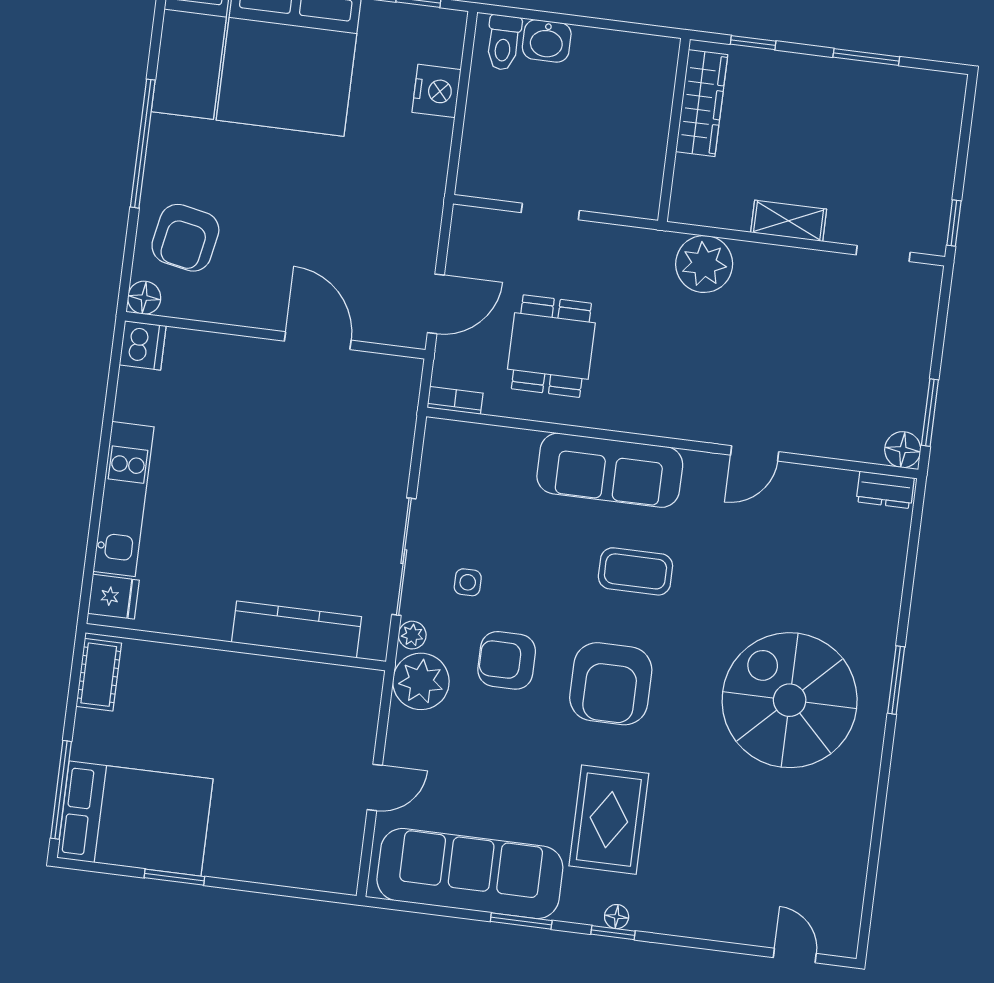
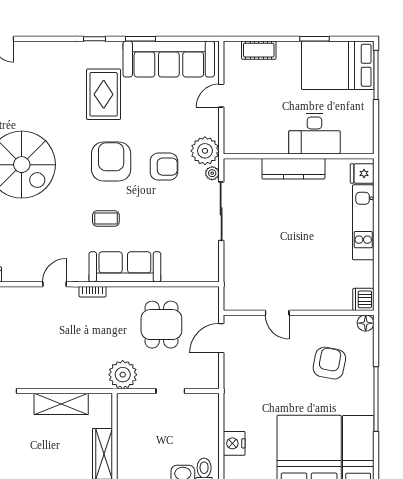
shelving: (789, 221) -> (61, 404), width x1.50, depth x1.33
armchair: (185, 238) -> (329, 363), moved
plant: (704, 264) -> (123, 375), moved
door: (318, 341) -> (277, 313), width x0.73
bookcase: (455, 400) -> (92, 292), moved
coffee table: (635, 571) -> (106, 219), width x0.73, depth x0.77
side table: (468, 582) -> (188, 203), removed
kitchen counter: (297, 629) -> (293, 169), moved
cot: (99, 675) -> (259, 50), moved, turned 90
desk: (198, 688) -> (314, 134), added
floor lamp: (617, 917) -> (94, 47), removed

